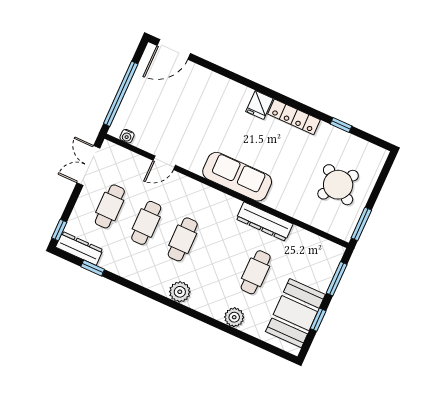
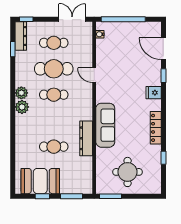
door: (174, 49) -> (164, 49), moved
window: (226, 73) -> (164, 76), added
fridge: (259, 105) -> (154, 93), moved
door: (164, 163) -> (94, 75), moved
sofa: (237, 177) -> (105, 125), moved
round table: (338, 185) -> (128, 172), turned -34
cafe table: (146, 223) -> (54, 69), width x1.37, depth x1.35
plant: (234, 317) -> (21, 93), moved

